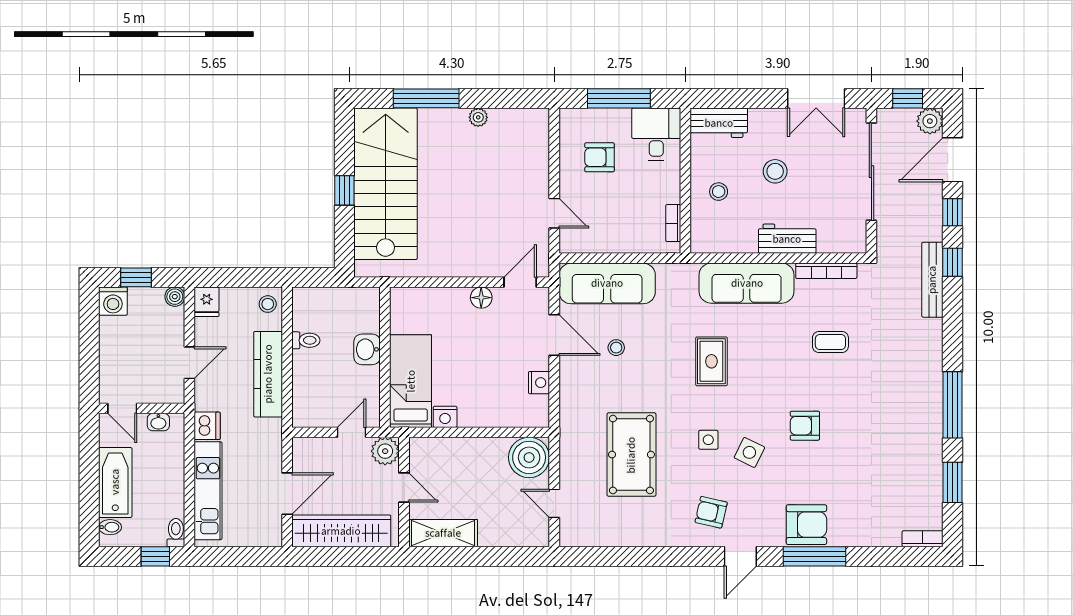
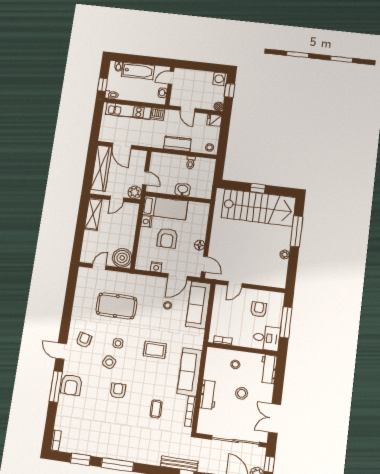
armchair: (475, 368) -> (167, 238), added
kitchen counter: (268, 374) -> (177, 144), width x0.67

